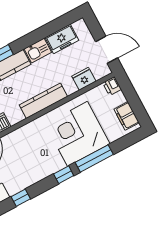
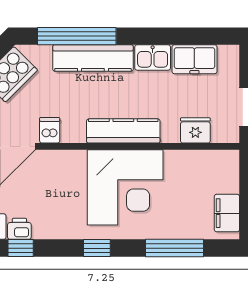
printer: (112, 86) -> (19, 229), moved, turned 90
corner desk: (77, 134) -> (125, 187), moved, turned 180
window: (94, 158) -> (175, 248), moved

